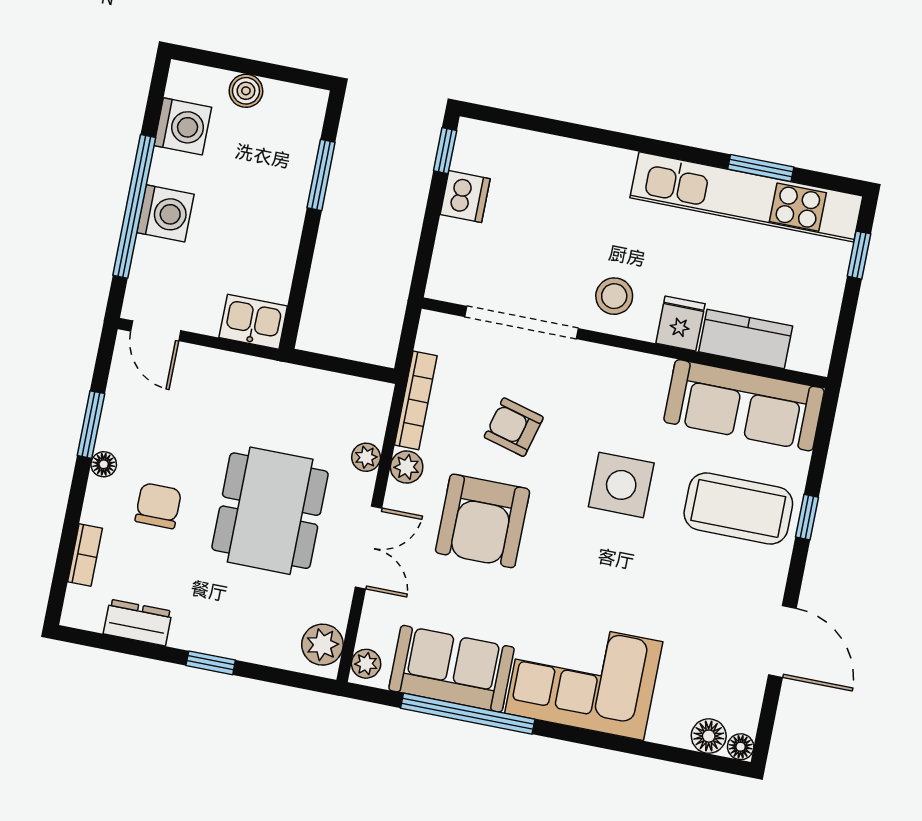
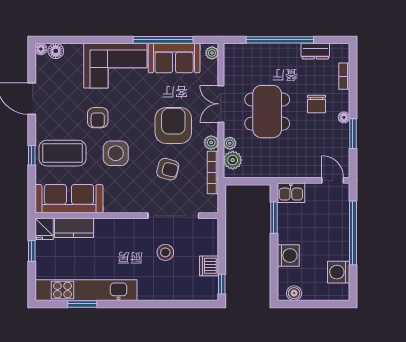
boiler: (246, 91) -> (294, 293), moved
window: (321, 175) -> (274, 218), moved
washing machine: (165, 213) -> (288, 256), moved, turned 180
window: (859, 255) -> (32, 251), moved
stool: (614, 296) -> (165, 252), moved
fridge: (680, 324) -> (44, 229), moved
armchair: (645, 571) -> (98, 118), added
plant: (322, 645) -> (233, 160), moved
window: (211, 663) -> (280, 40), width x3.17

